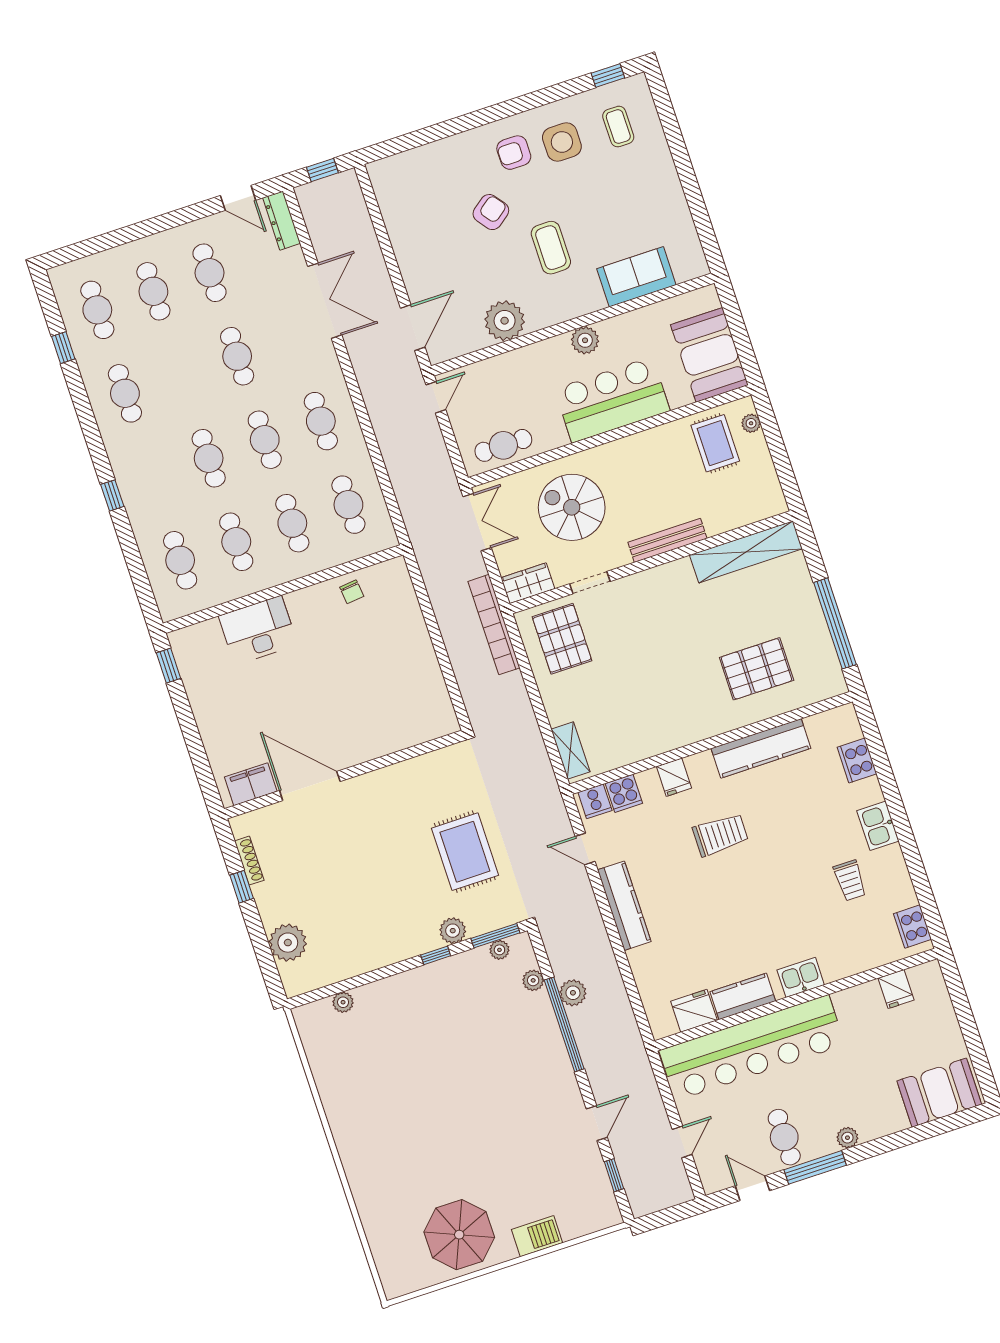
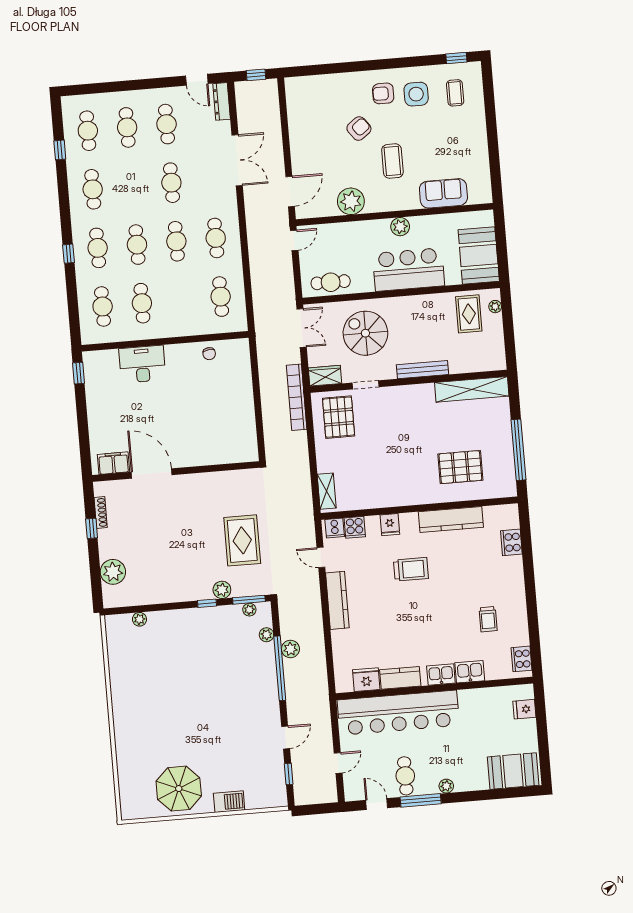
cafe table: (292, 523) -> (98, 248), moved
kitchen sink: (878, 826) -> (470, 672), moved, turned 90
fridge: (896, 989) -> (524, 709), moved, turned 90

